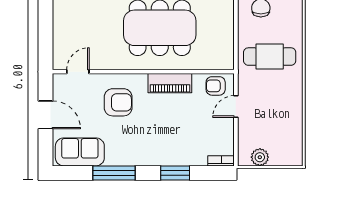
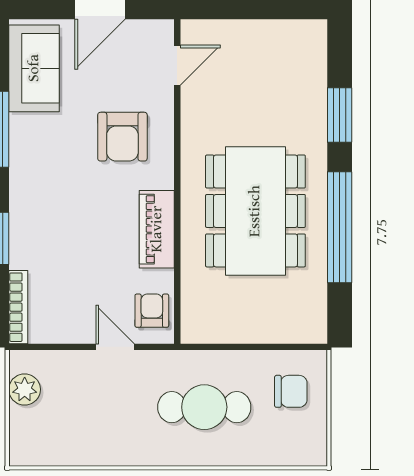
cafe table: (270, 57) -> (204, 407), turned 90
door: (78, 72) -> (177, 65), hinge flipped
bookcase: (221, 161) -> (18, 307), width x1.56

